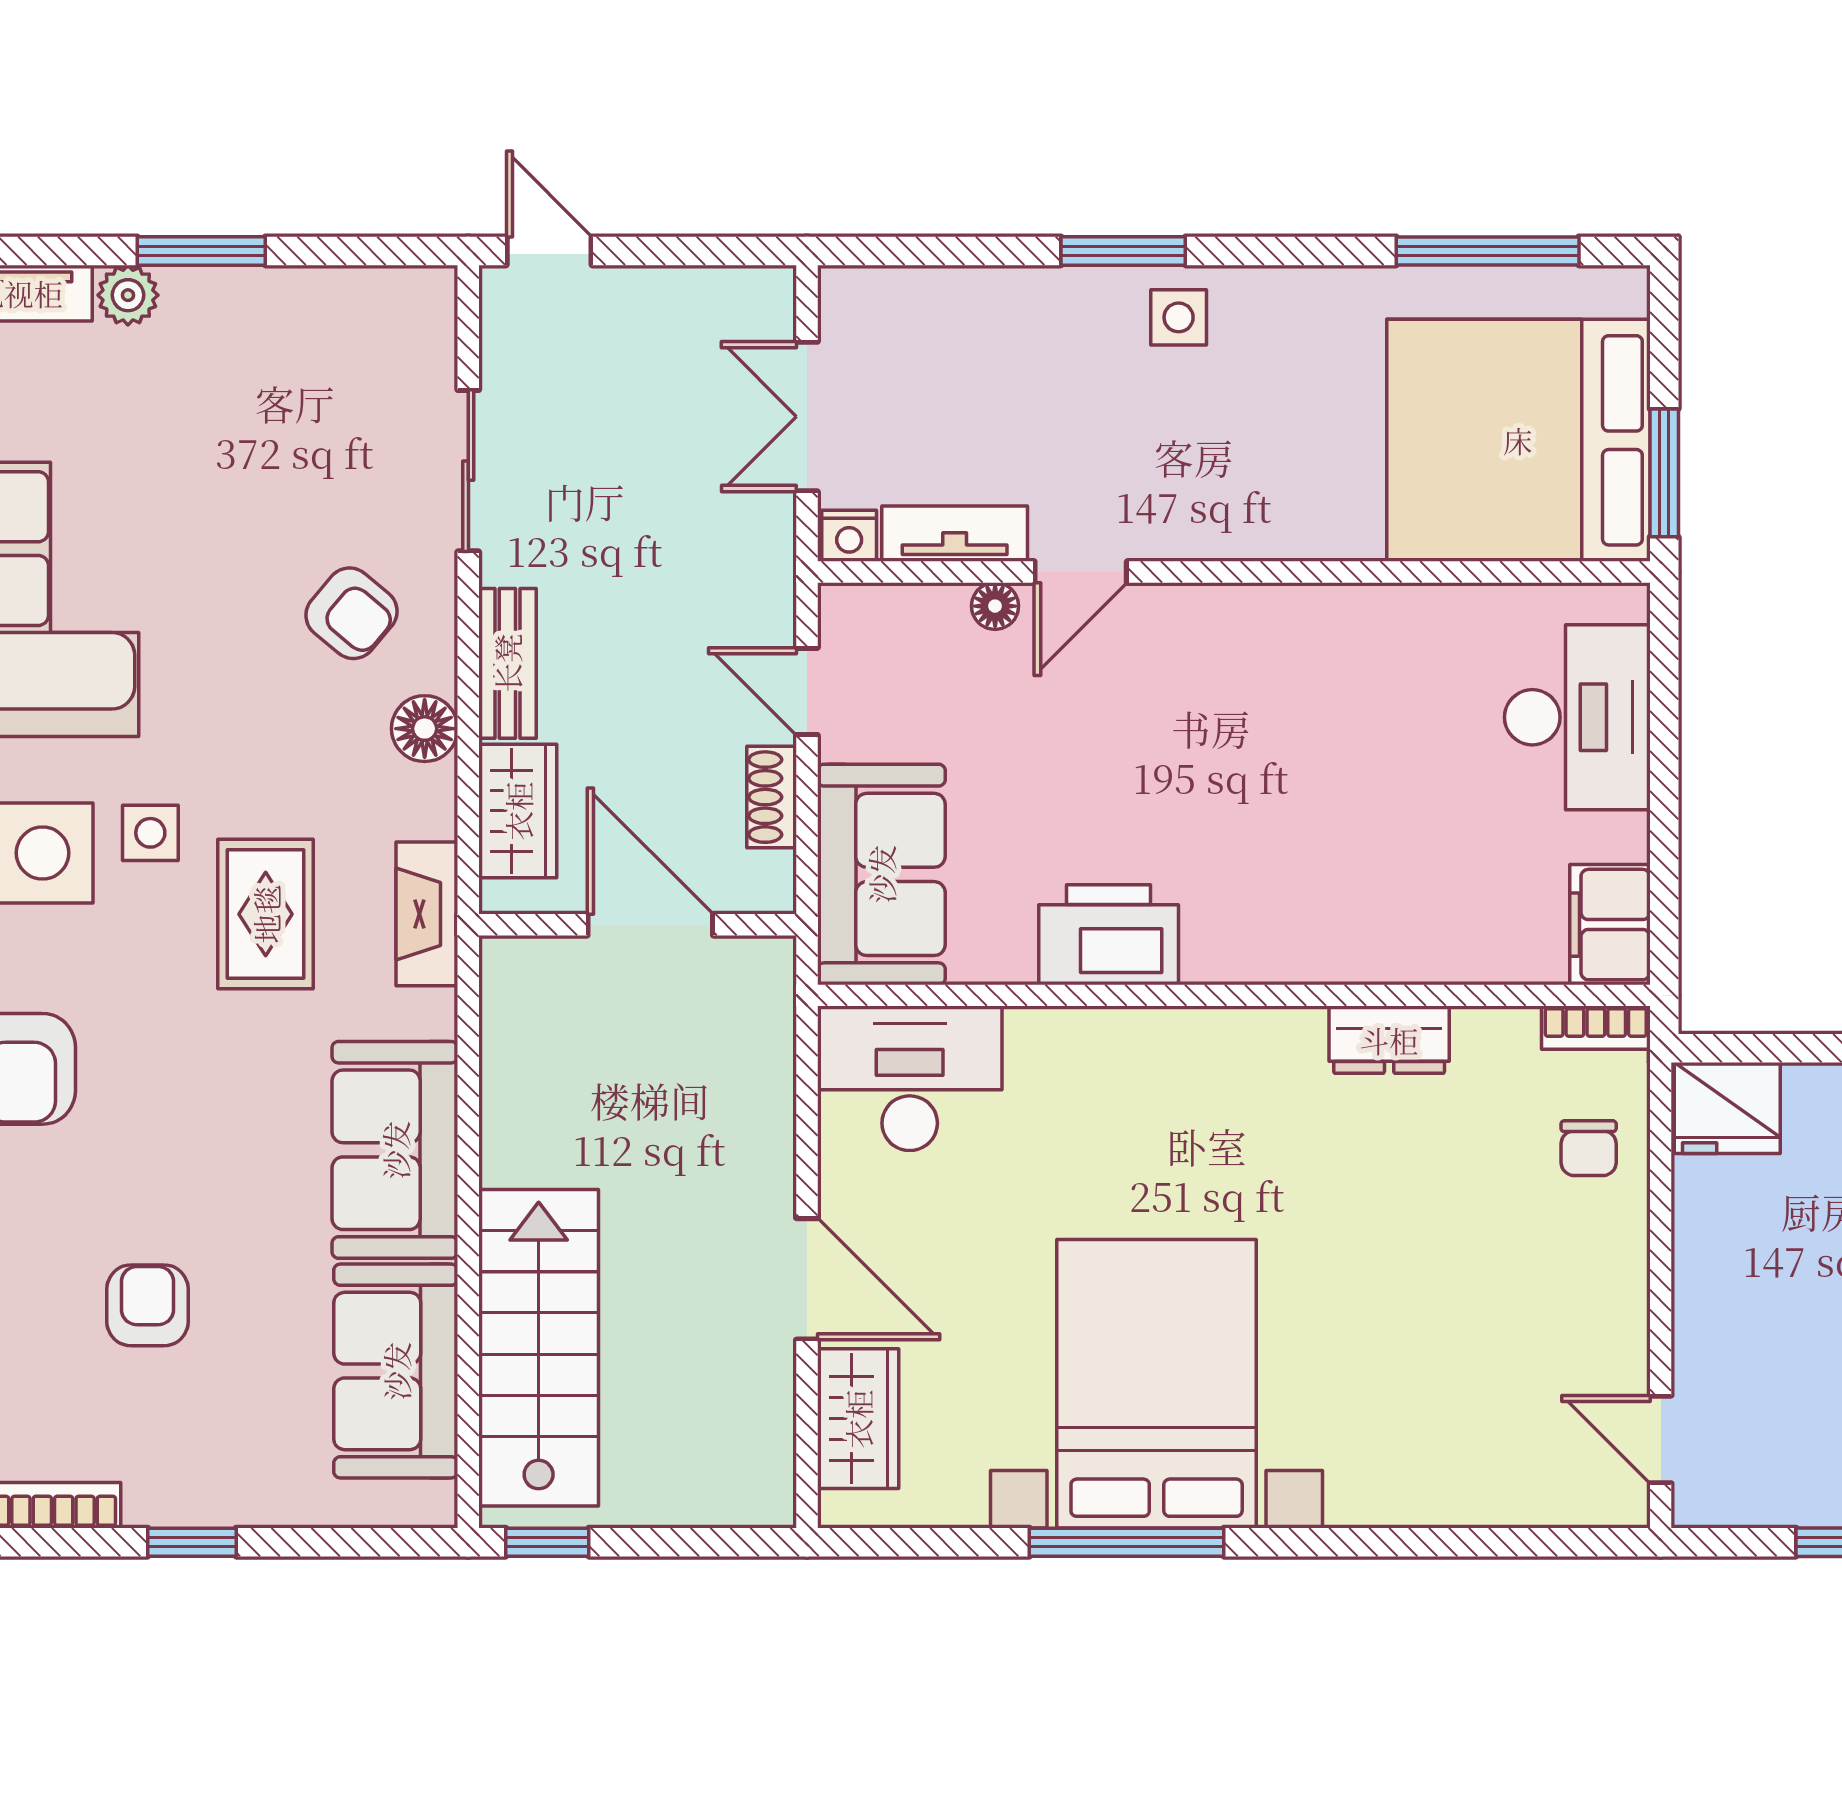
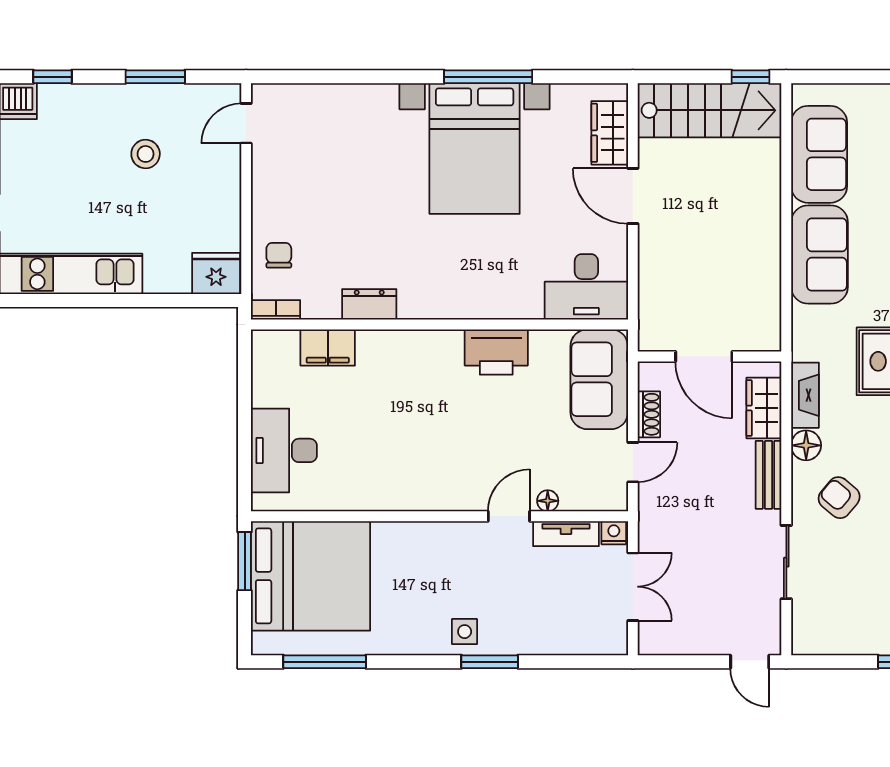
door: (807, 691) -> (633, 462), hinge flipped
fireplace: (427, 914) -> (805, 395), moved
filing cabinet: (1610, 925) -> (328, 347), moved, turned 90
stairs: (539, 1348) -> (709, 110), moved, turned -90
door: (1661, 1439) -> (246, 123), swing flipped

